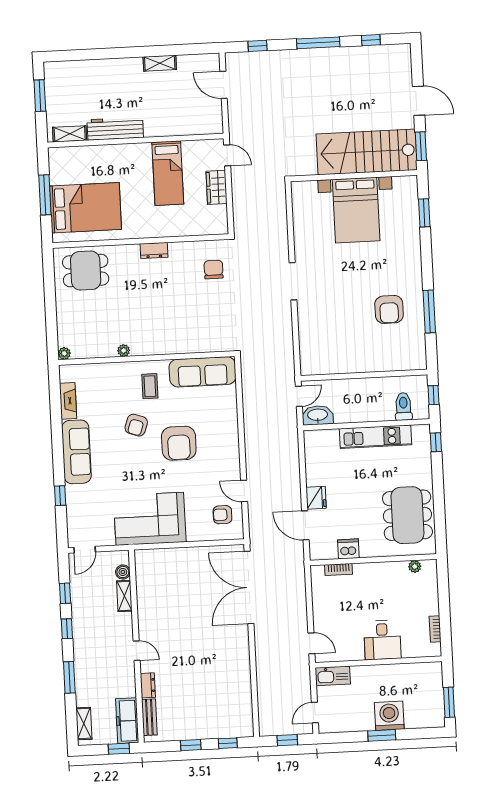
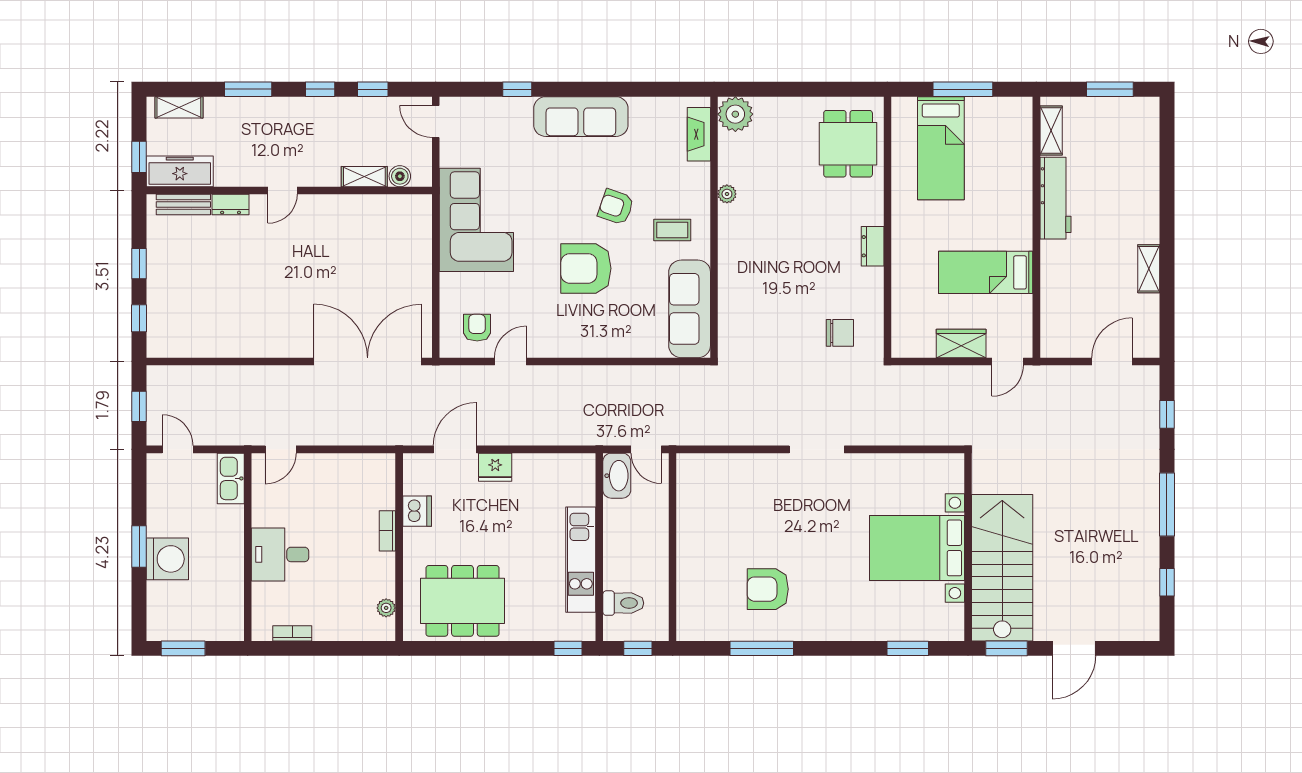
bed: (85, 208) -> (941, 148), width x0.67
plant: (64, 353) -> (735, 114), width x1.88, depth x1.88
fireplace: (68, 401) -> (699, 134), moved, turned 90
bookcase: (339, 570) -> (387, 531), moved

